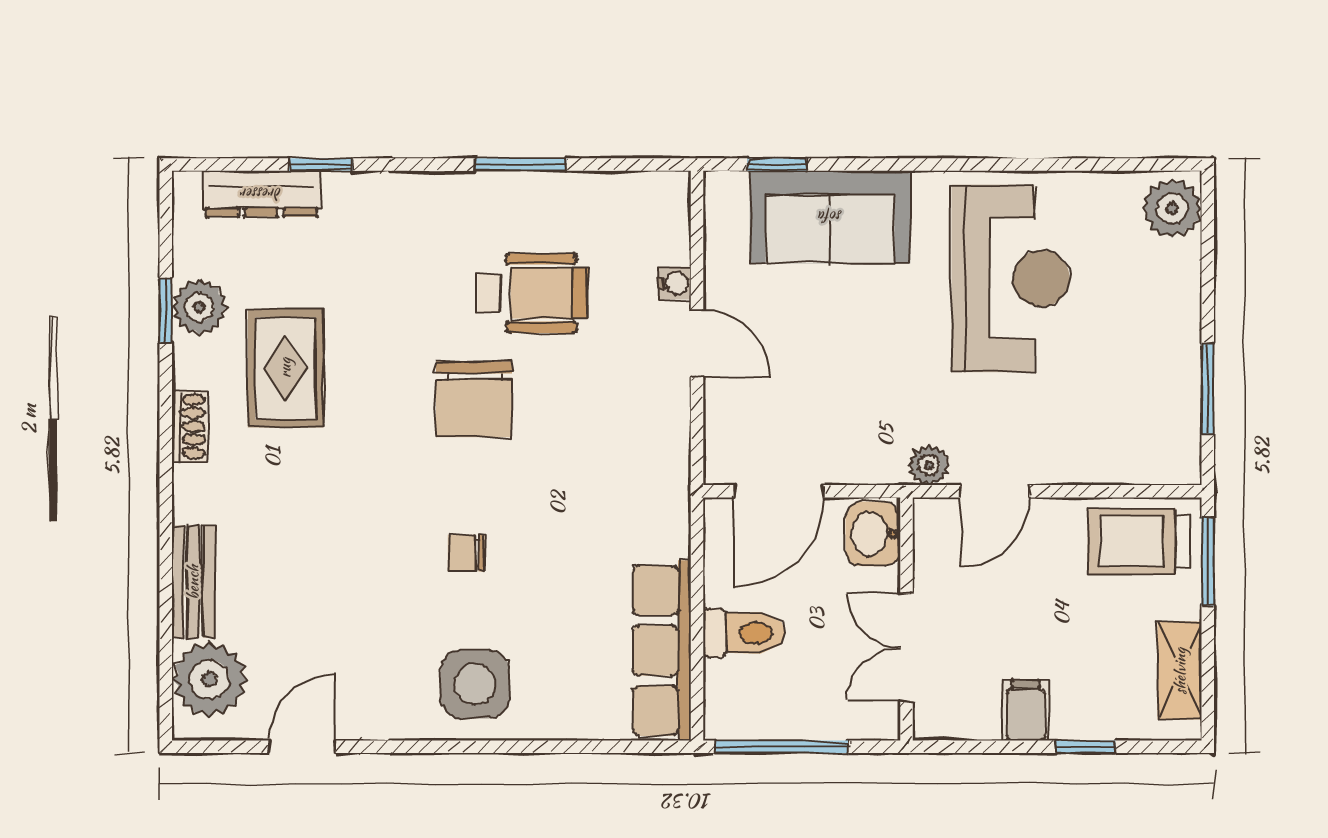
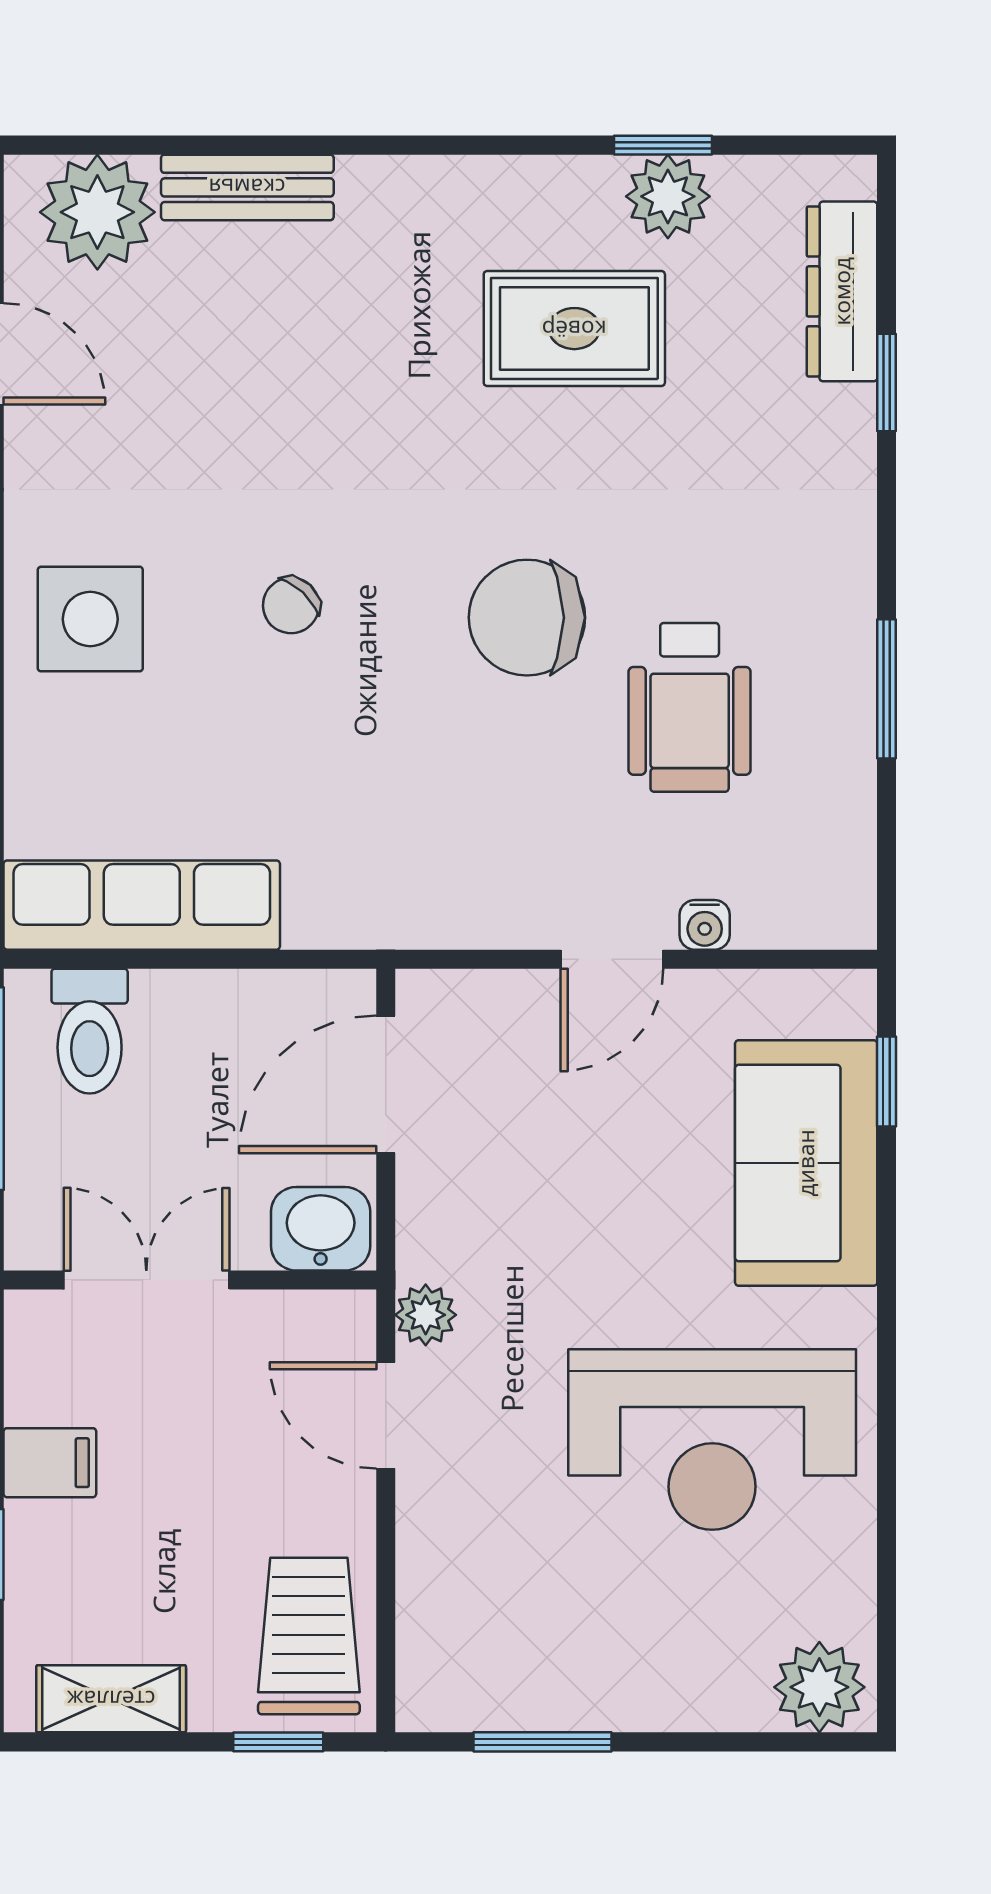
shoe rack: (189, 426) -> (485, 181), removed
door: (779, 491) -> (386, 1084), hinge flipped
chair: (466, 553) -> (291, 605), turned -137
window: (1208, 562) -> (278, 1742), width x0.67
toilet: (744, 633) -> (90, 1031), moved

